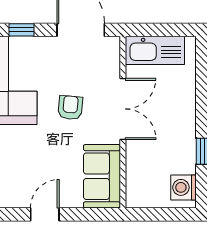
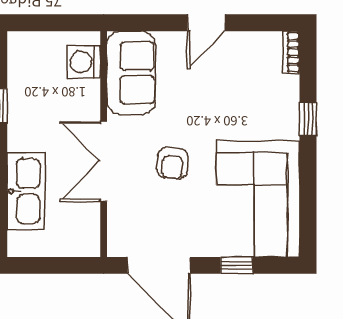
kitchen sink: (155, 50) -> (26, 191), moved, turned 90
washing machine: (183, 187) -> (84, 62), moved, turned 180

